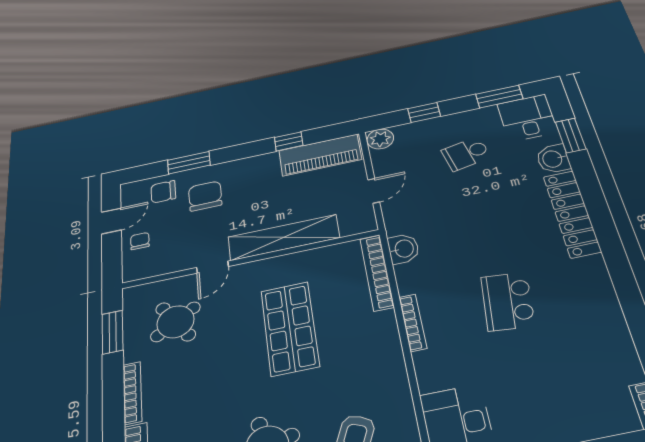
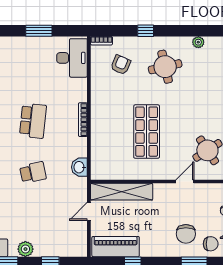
plant: (380, 139) -> (25, 249), moved
school desk: (466, 154) -> (33, 172), moved
shelving: (284, 237) -> (122, 192), moved
bookcase: (377, 273) -> (96, 155), removed

